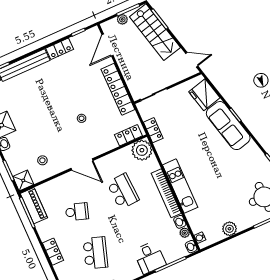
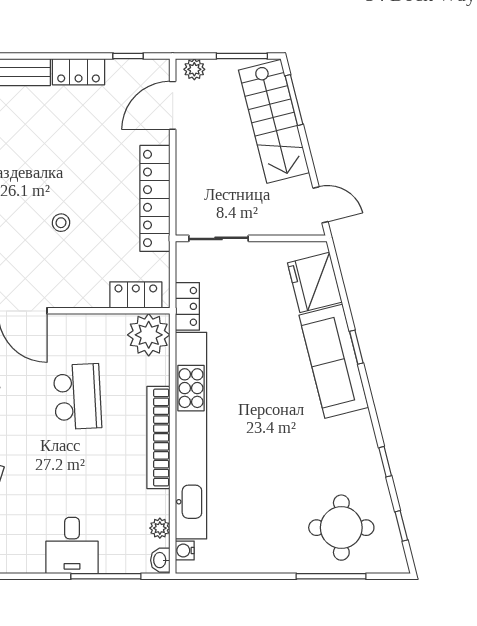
plant: (122, 19) -> (194, 69), moved
kitchen unit: (180, 186) -> (191, 436), width x1.86
washbasin: (180, 222) -> (160, 503), removed
plant: (229, 229) -> (248, 559), removed

